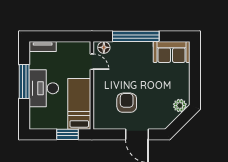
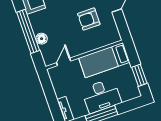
floor lamp: (104, 47) -> (42, 39), moved
window: (67, 134) -> (139, 75), moved

